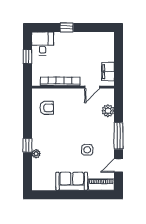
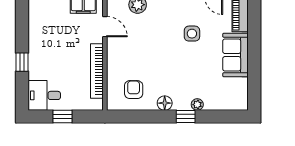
floor lamp: (37, 130) -> (165, 103), added

